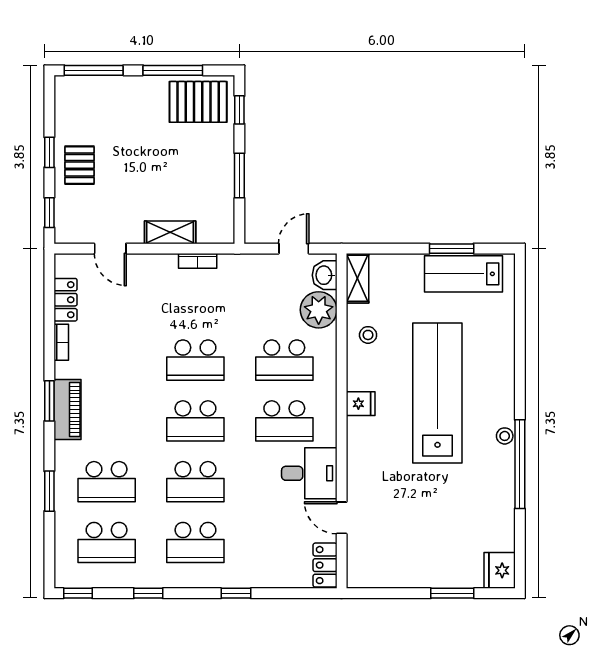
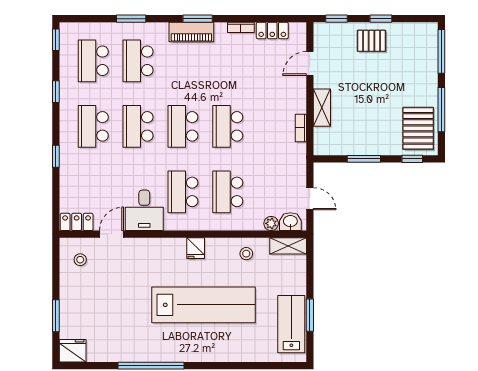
plant: (319, 310) -> (271, 223), width x0.53, depth x0.53
stool: (505, 436) -> (80, 260), moved

